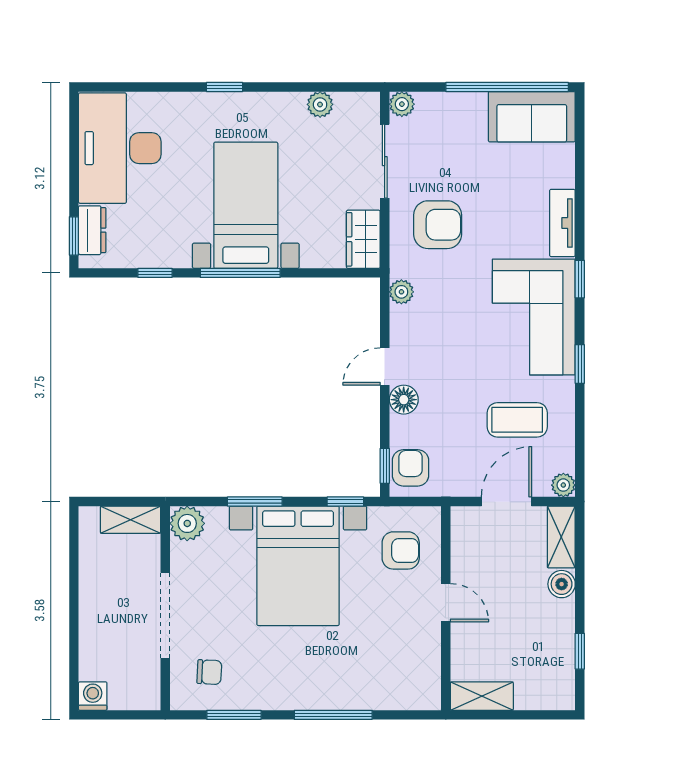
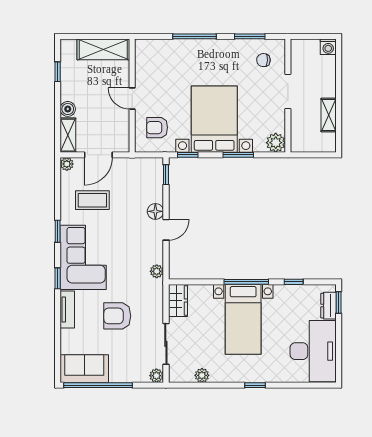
armchair: (438, 225) -> (117, 316), moved
armchair: (410, 468) -> (152, 174), removed
shelving: (130, 520) -> (329, 115), moved, turned 90
doorway: (165, 615) -> (288, 92), width x0.73
shelving: (482, 696) -> (103, 49), width x1.50, depth x1.33

